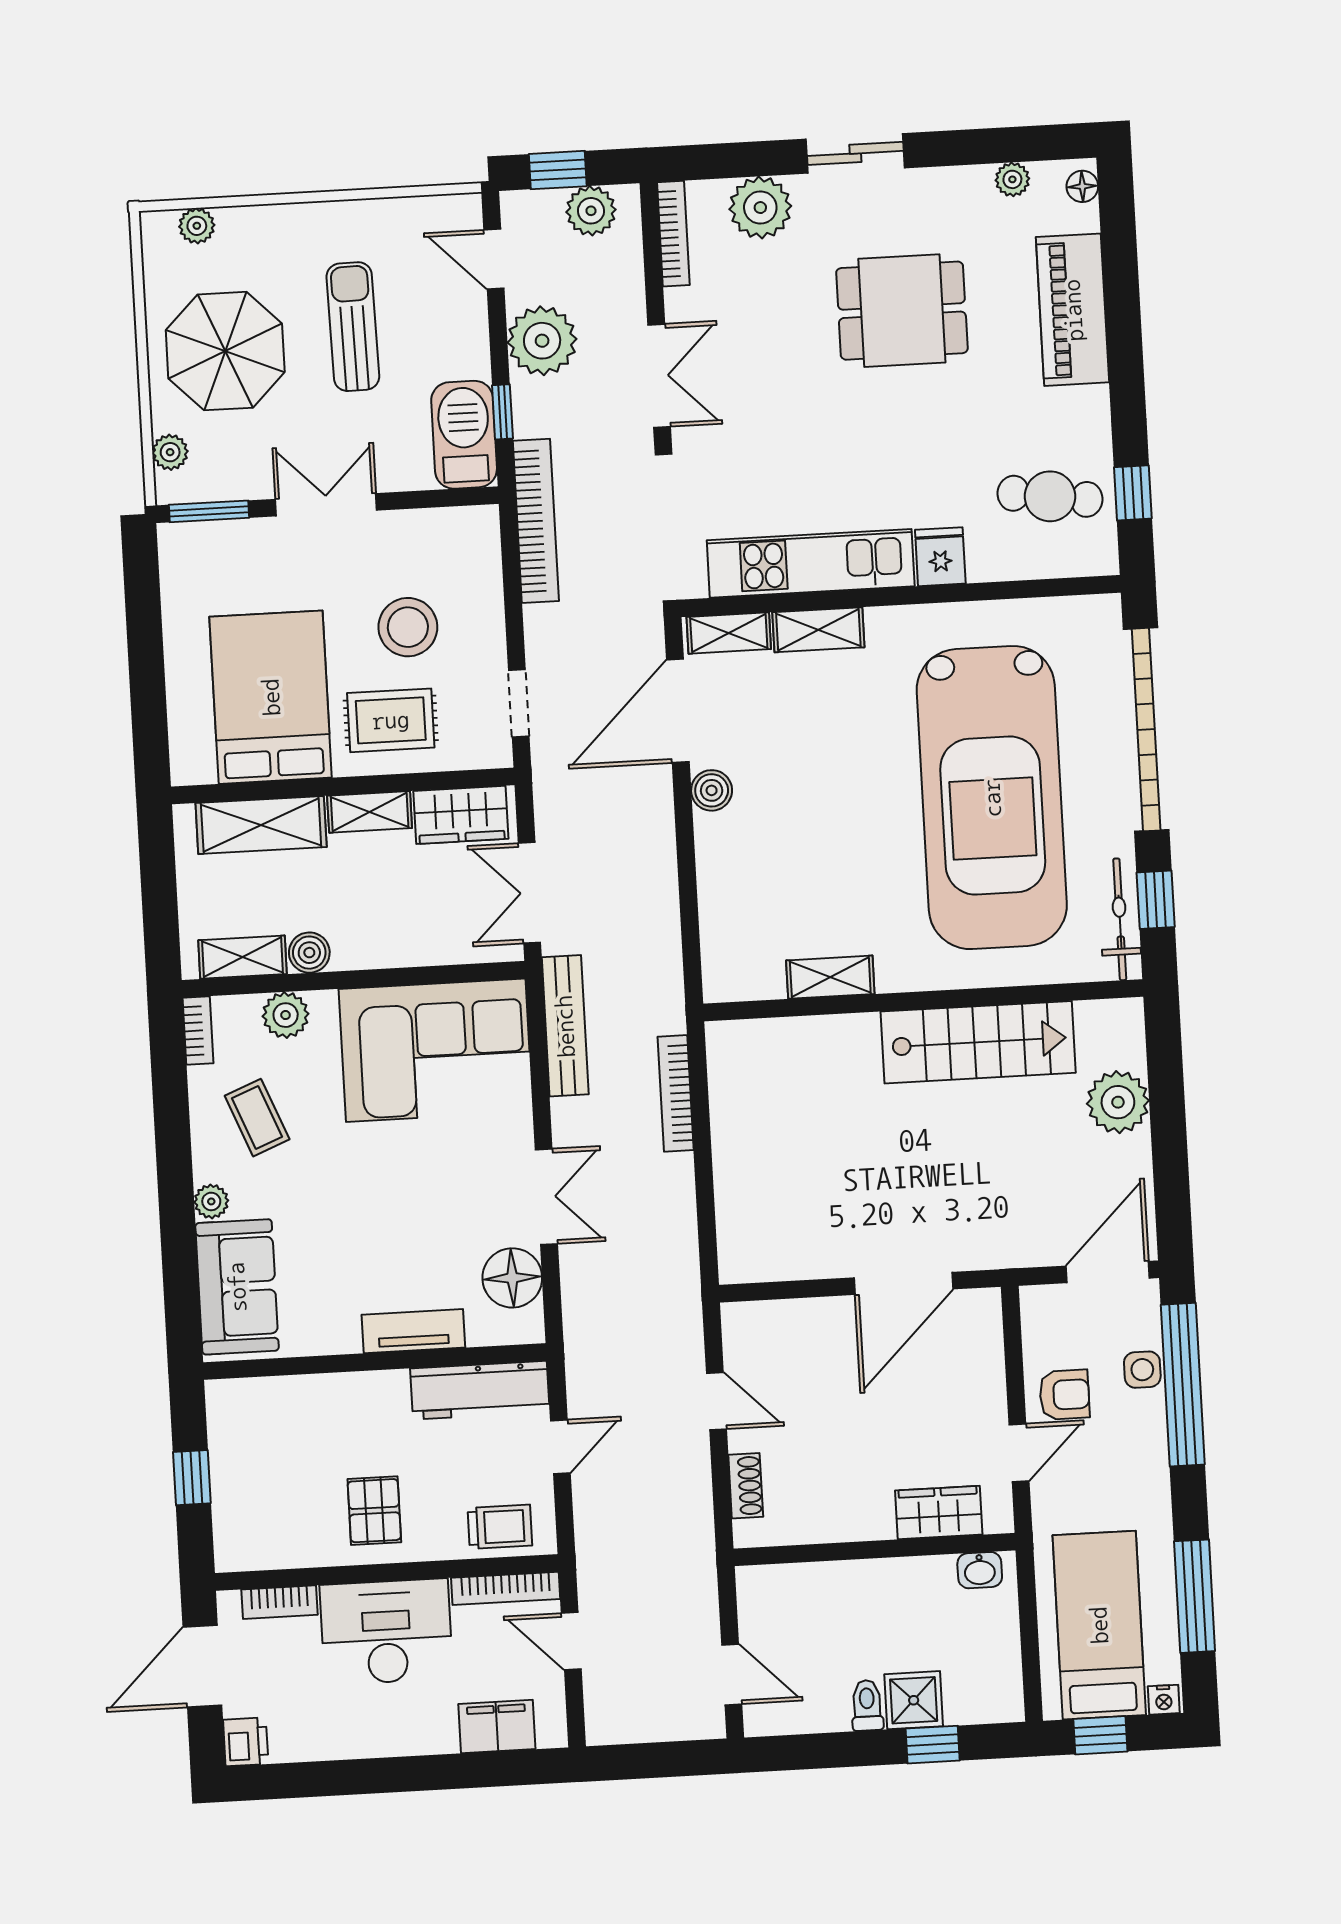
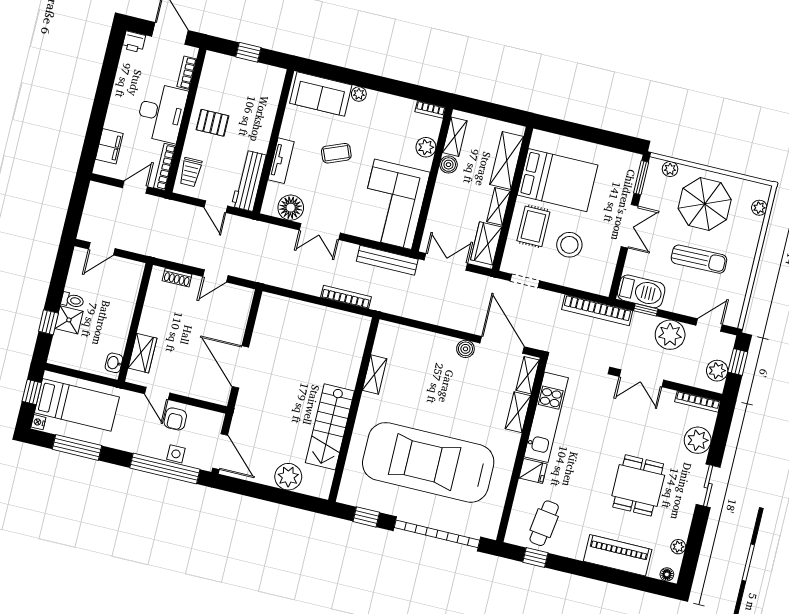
bicycle: (1120, 919) -> (363, 500), removed
coffee table: (257, 1118) -> (336, 153), moved

